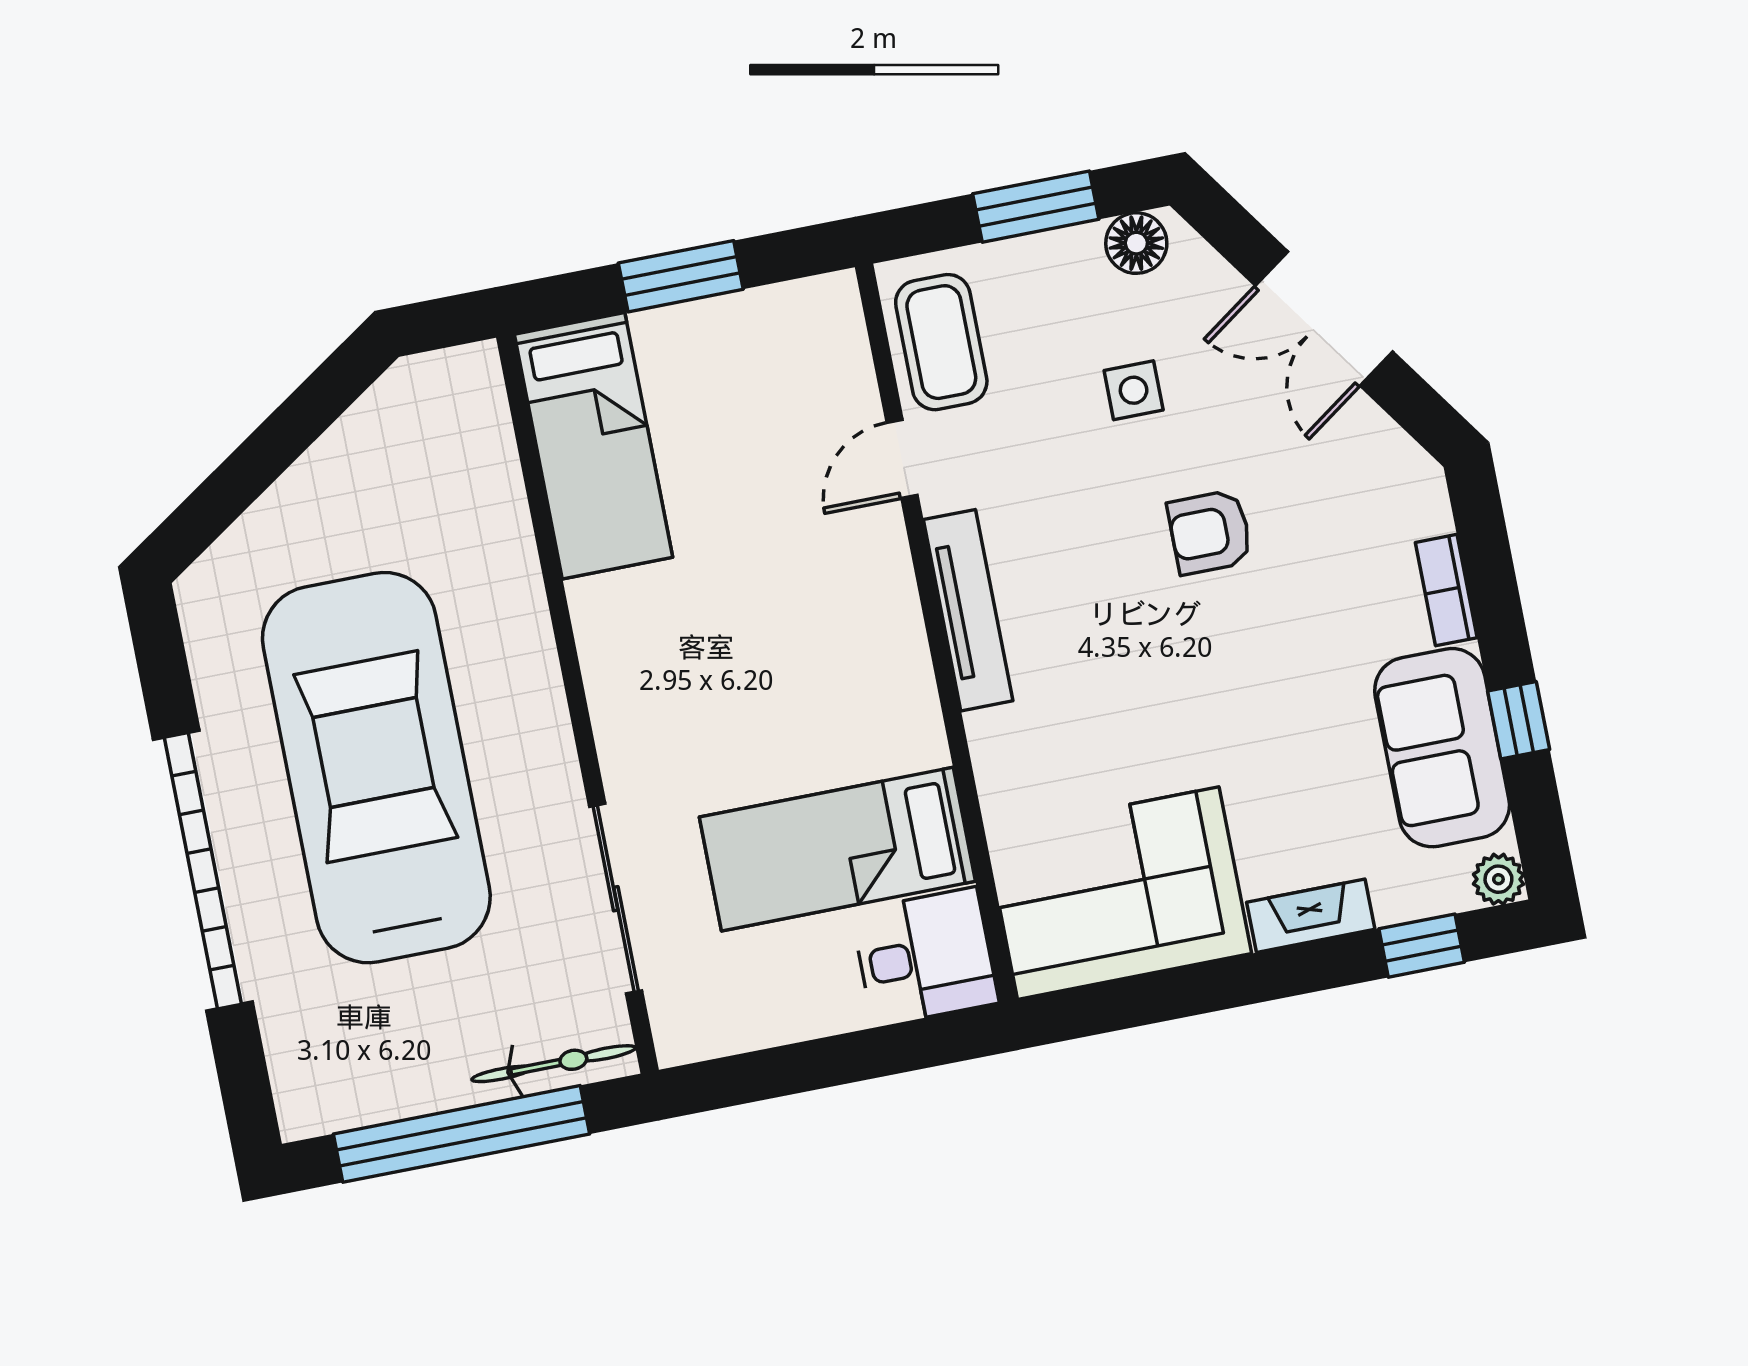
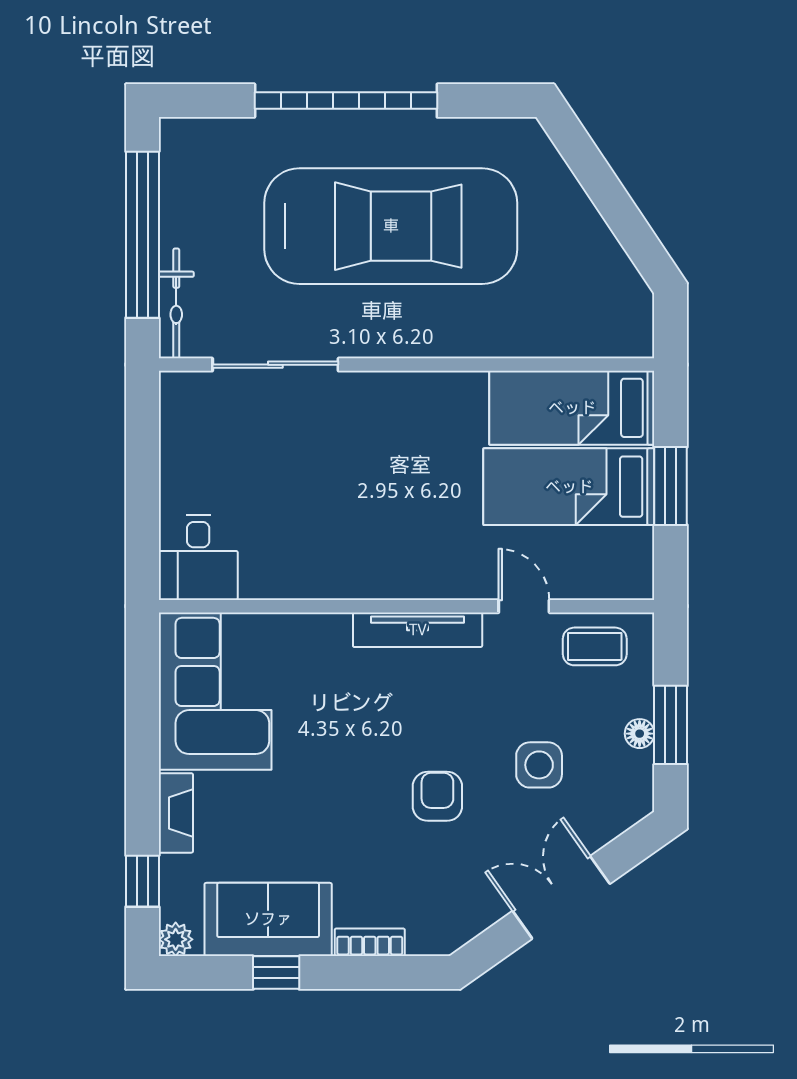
floor lamp: (1136, 243) -> (640, 734), moved, width x0.73, depth x0.73
coffee table: (941, 342) -> (595, 646), width x0.73, depth x0.77
side table: (1134, 390) -> (539, 765), width x1.37, depth x1.37
bed: (837, 849) -> (569, 487), moved, turned -90

